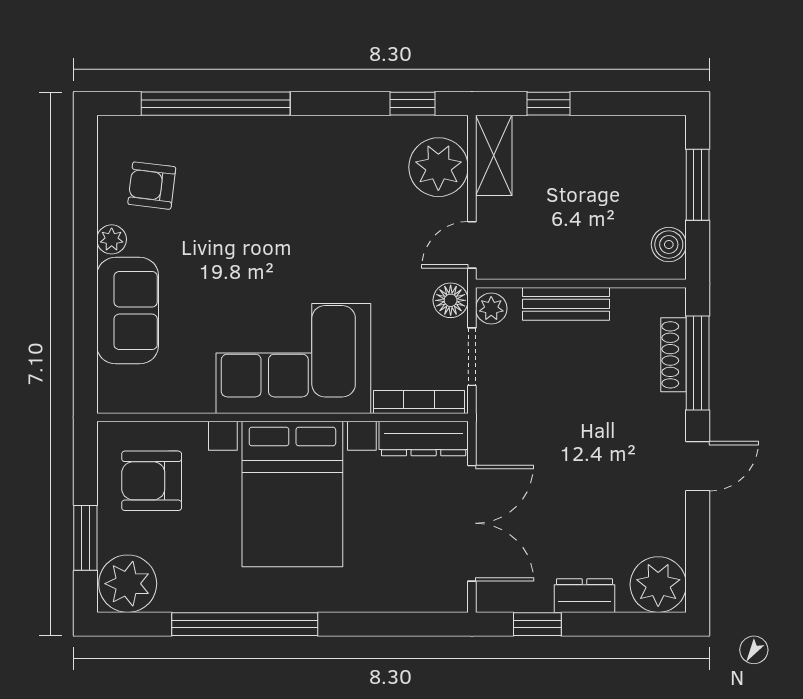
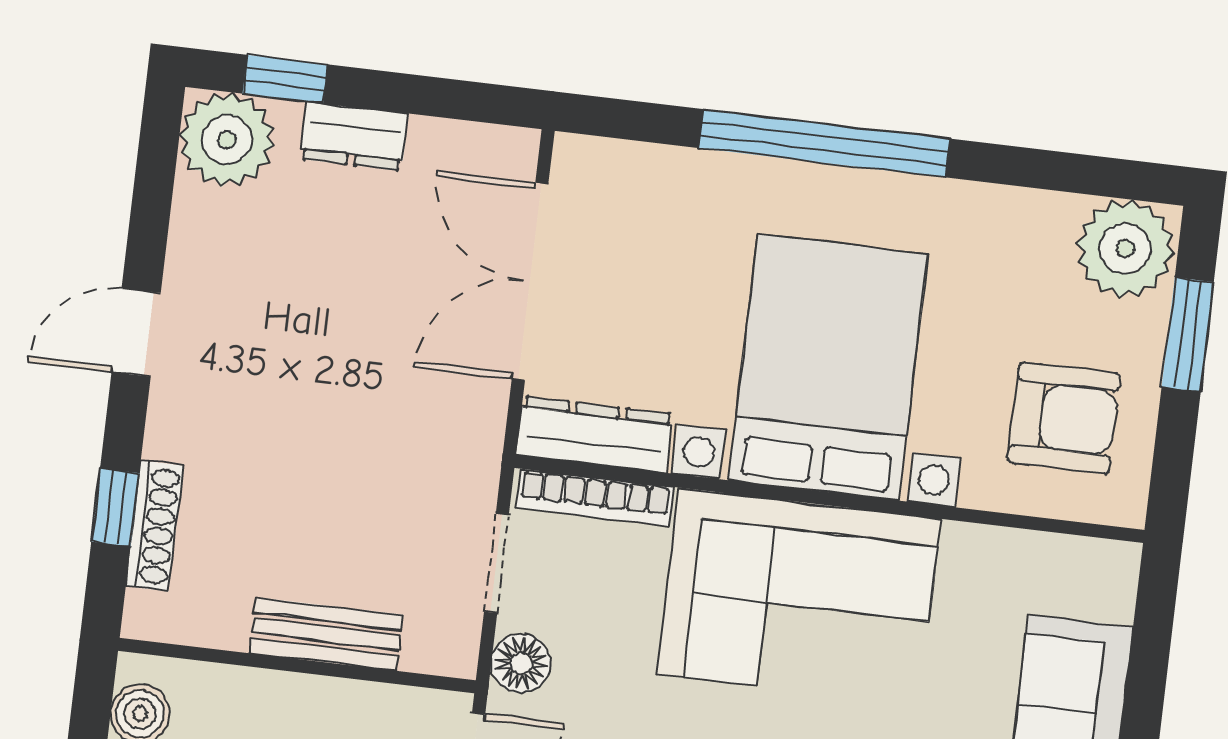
plant: (491, 308) -> (454, 641), removed
window: (698, 363) -> (115, 507), width x0.46
window: (245, 624) -> (825, 143), moved
window: (537, 624) -> (285, 79), moved

